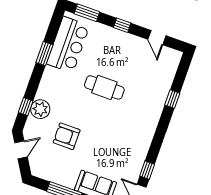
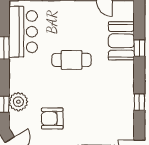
booth: (158, 86) -> (121, 41), added
window: (147, 170) -> (139, 102), moved

